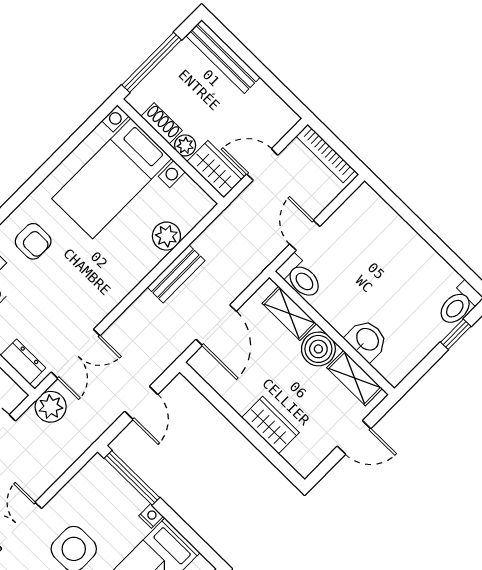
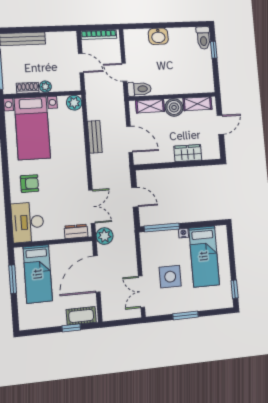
door: (262, 165) -> (81, 63), swing flipped
wardrobe: (216, 169) -> (66, 83), removed
plant: (166, 236) -> (74, 103), moved
washbasin: (367, 340) -> (158, 36), moved, turned 180

